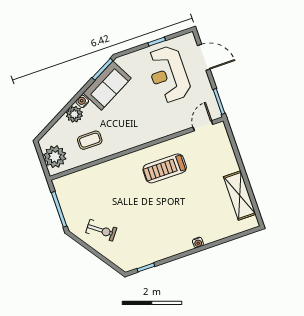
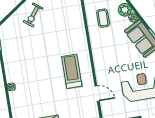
door: (203, 126) -> (97, 94), moved

